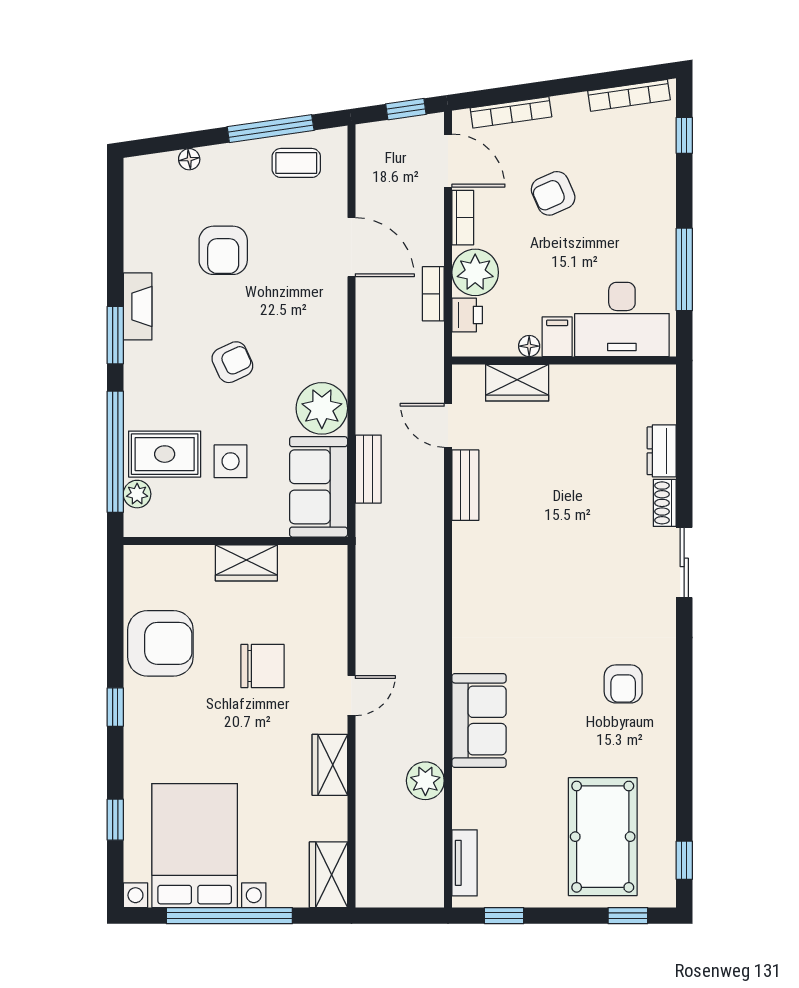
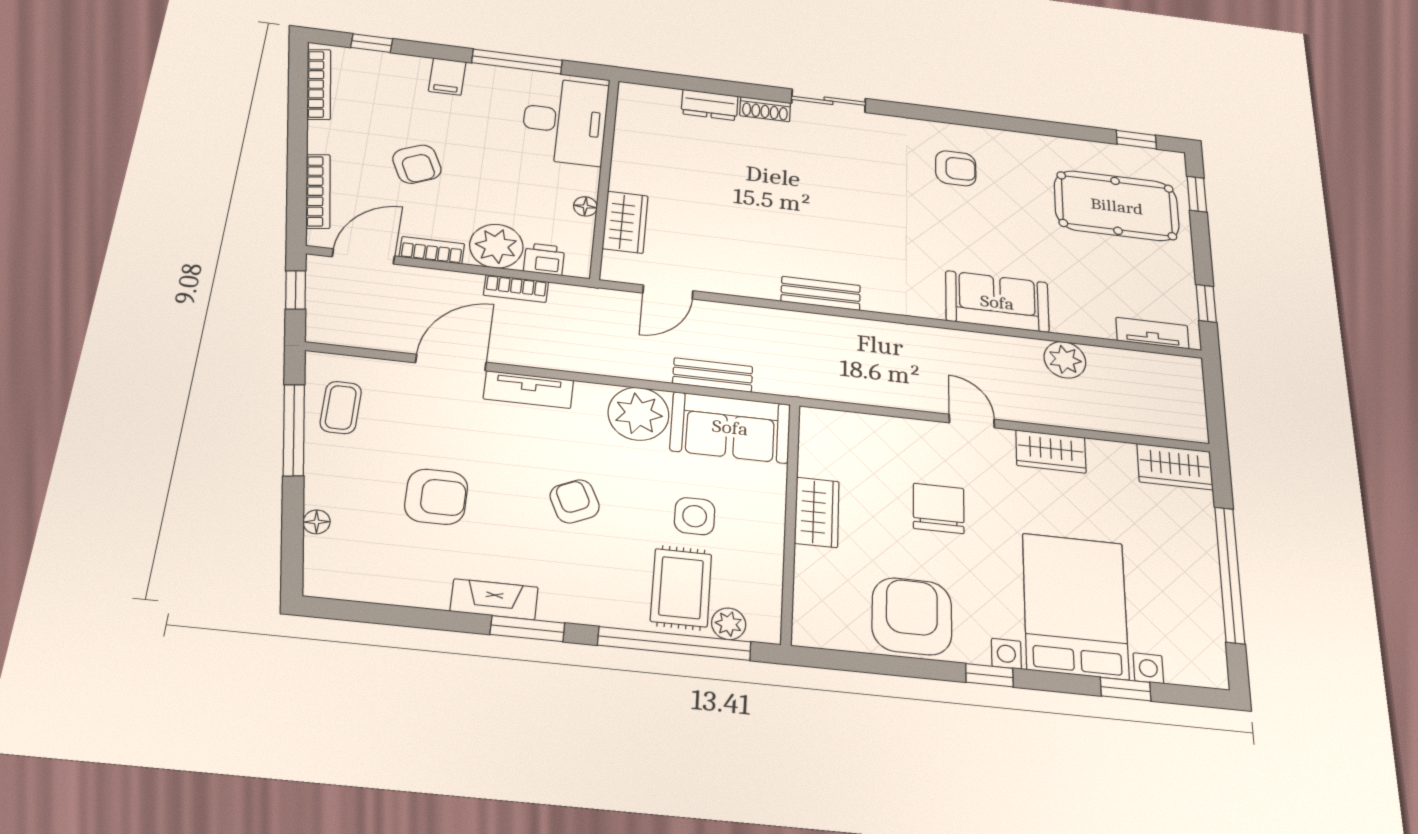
tv unit: (334, 314) -> (528, 389), added
filing cabinet: (557, 337) -> (447, 77), moved, turned -90
bench: (465, 485) -> (821, 293), moved
bed with nightstands: (195, 846) -> (1075, 606), moved, turned 90

